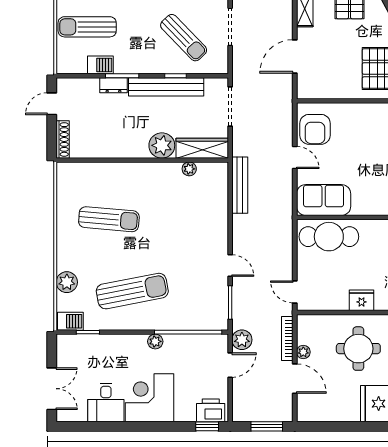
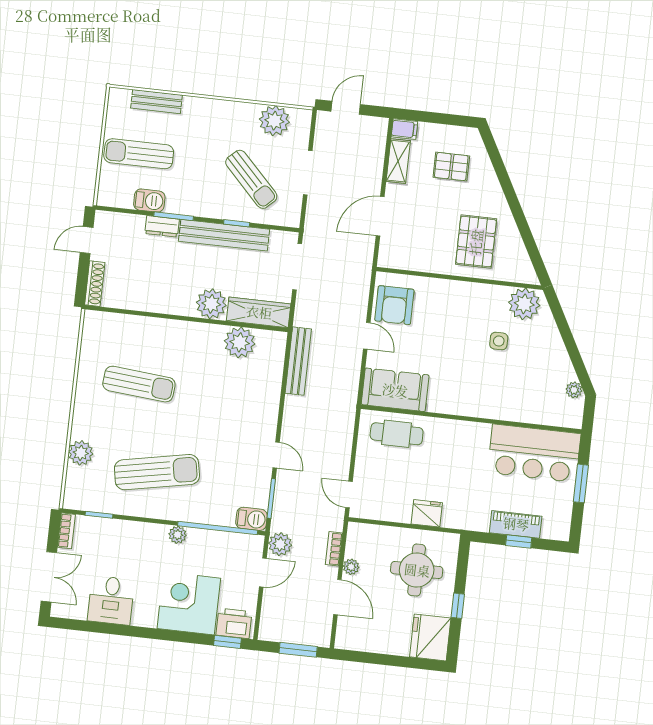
plant: (189, 169) -> (240, 342), width x1.88, depth x1.88
cafe table: (329, 237) -> (397, 434), width x0.73, depth x0.74
barbecue: (70, 321) -> (251, 519), moved
bookcase: (287, 339) -> (334, 549), width x0.64
bookcase: (62, 349) -> (66, 531), added
corner desk: (149, 398) -> (189, 603), moved

